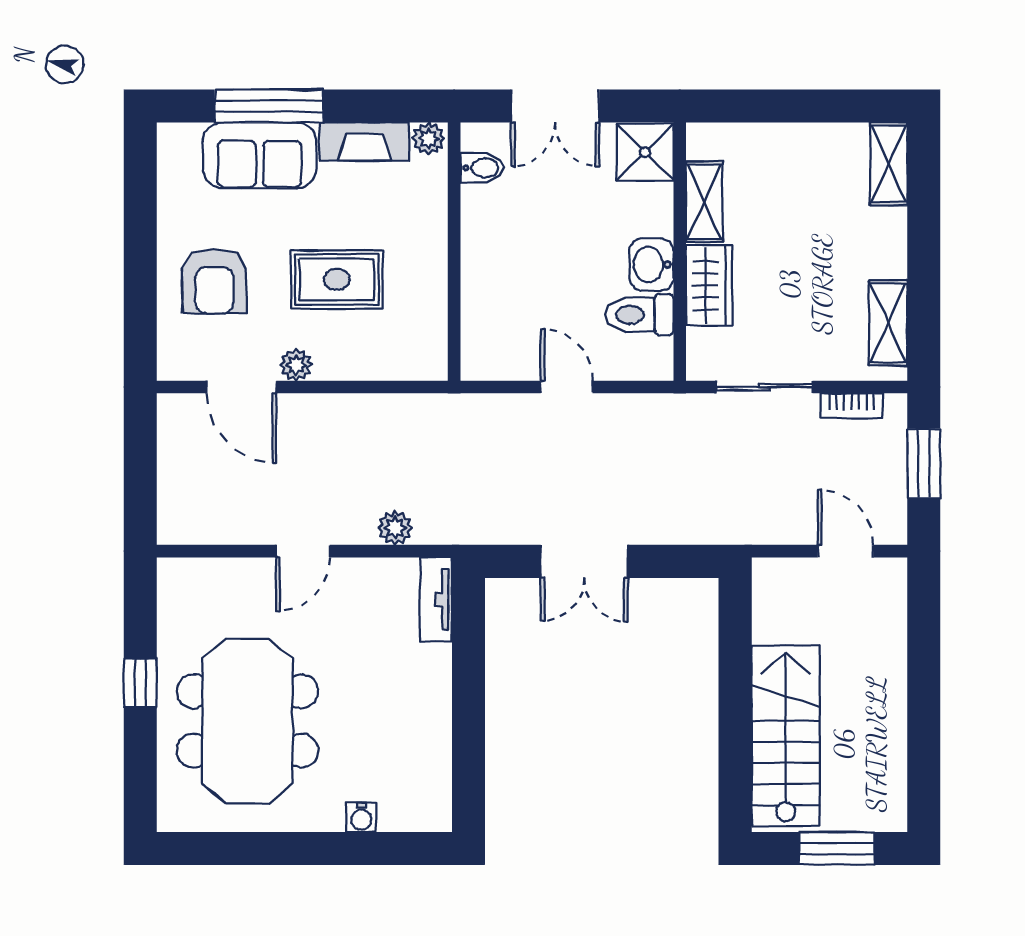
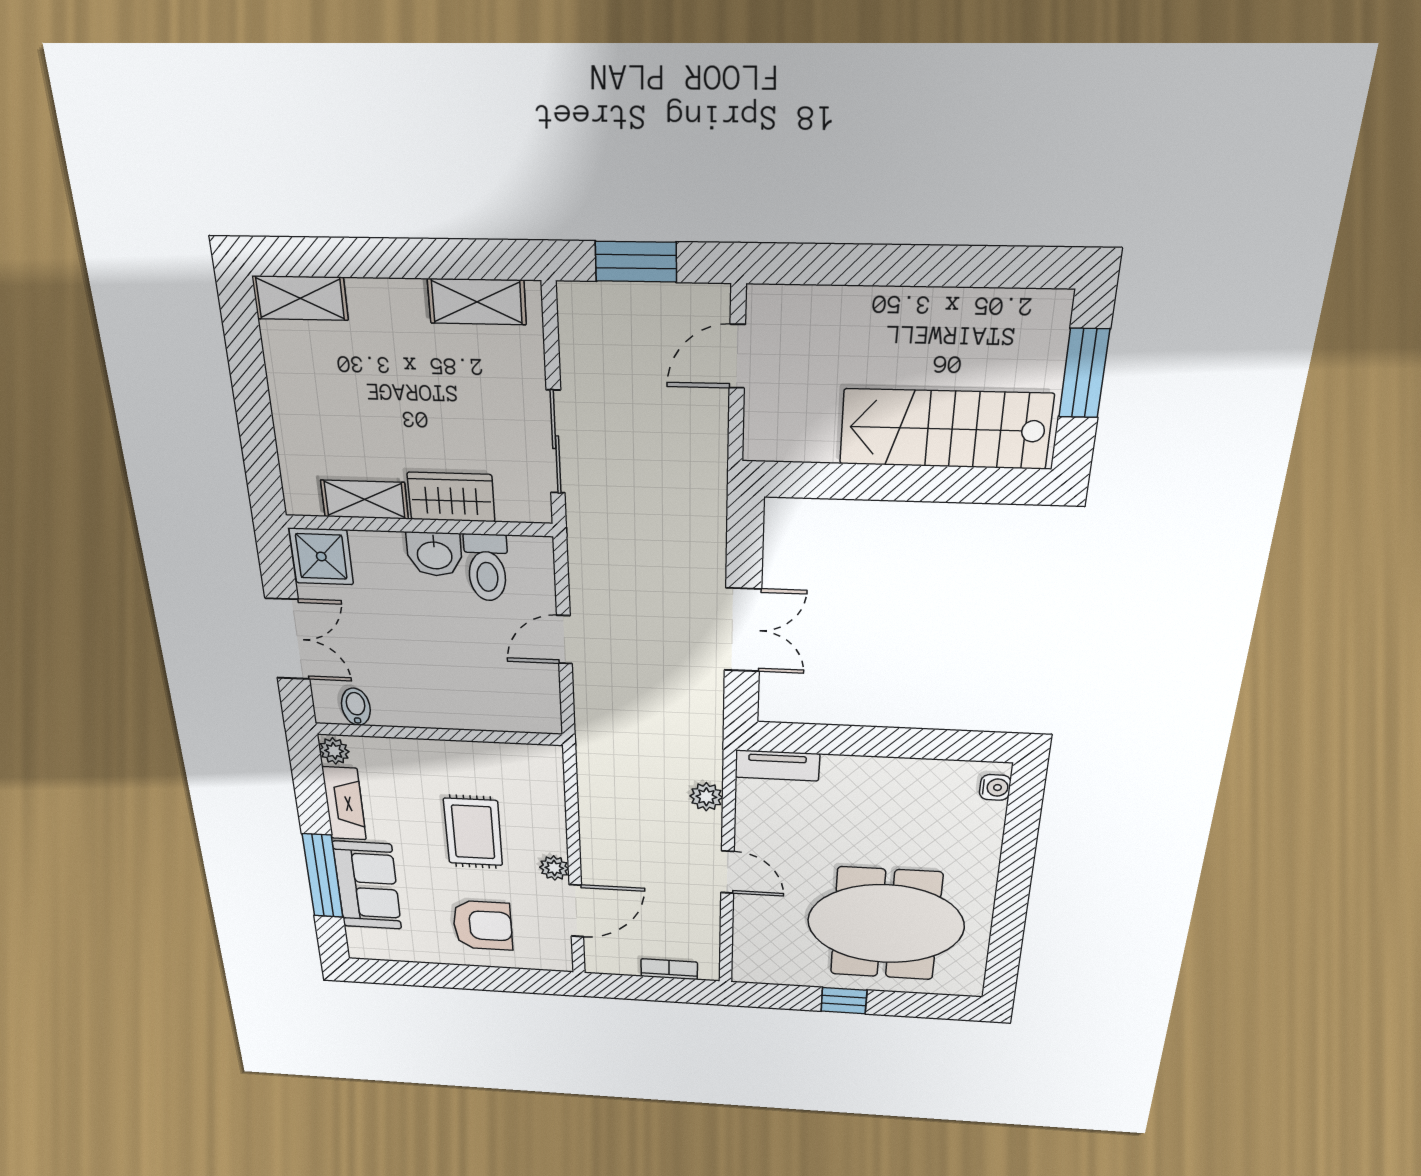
bookcase: (852, 406) -> (669, 969), moved, turned -90
water cooler: (361, 817) -> (995, 787), moved

